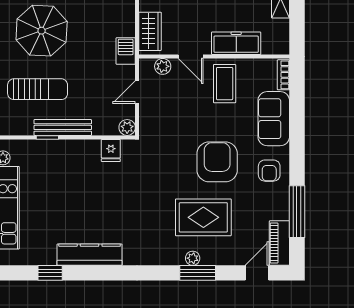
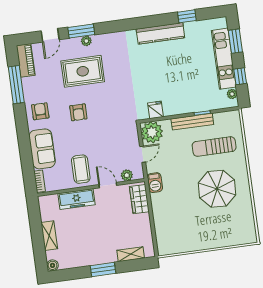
plant: (127, 127) -> (152, 132), width x1.87, depth x1.87
armchair: (217, 162) -> (78, 112), width x0.53, depth x0.53
door: (257, 273) -> (50, 35), moved

